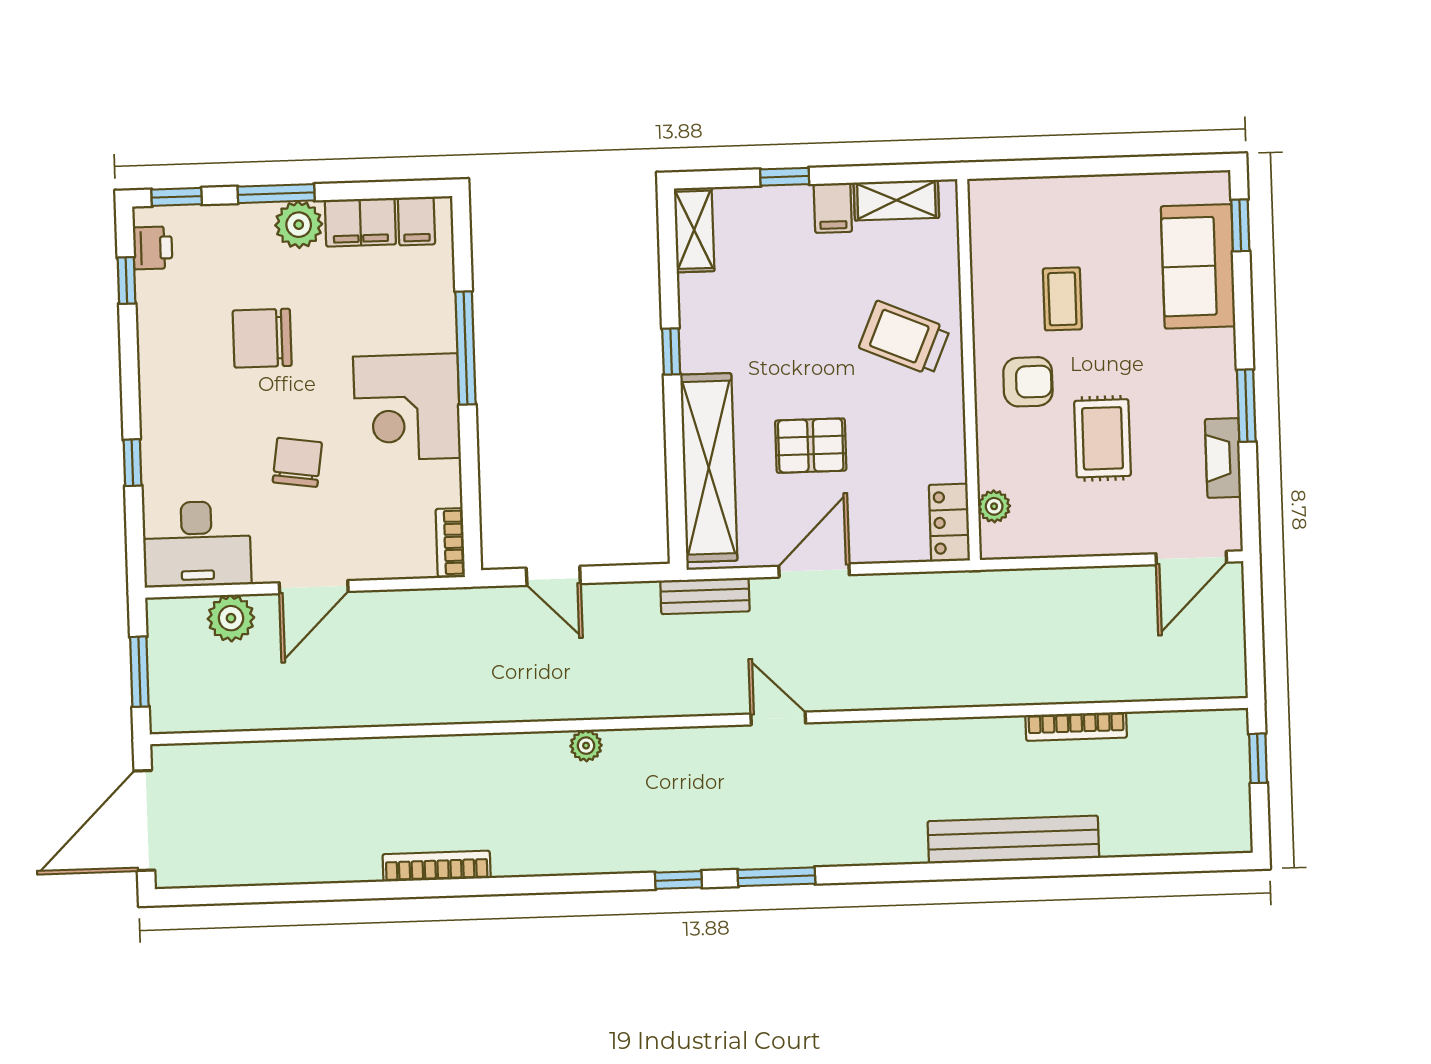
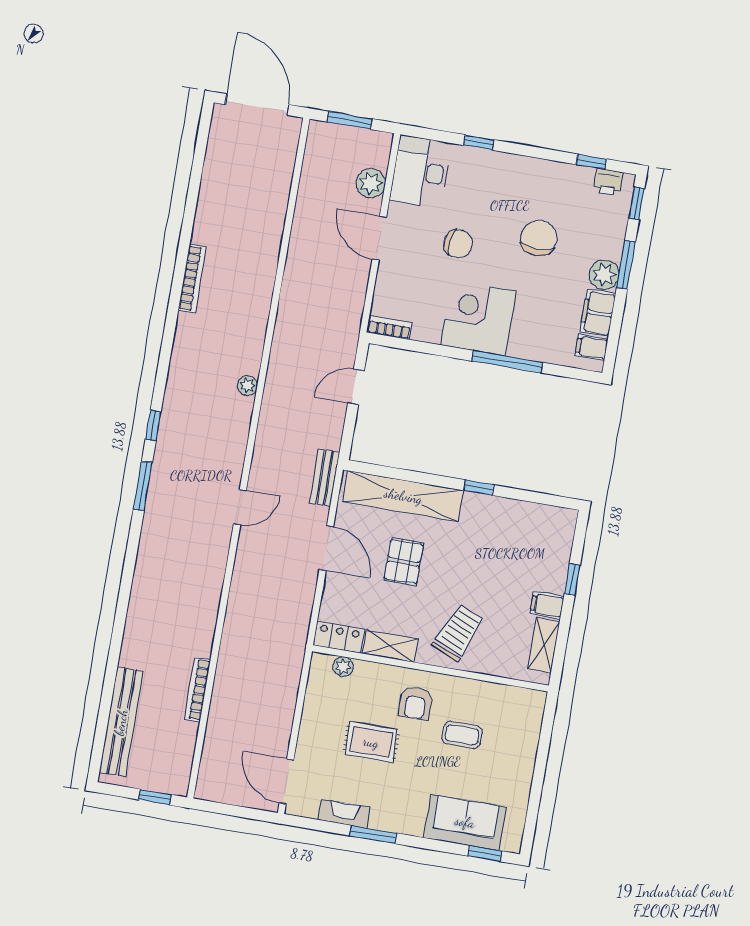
shelving: (694, 230) -> (390, 646), moved
bench: (1013, 840) -> (121, 722), moved

